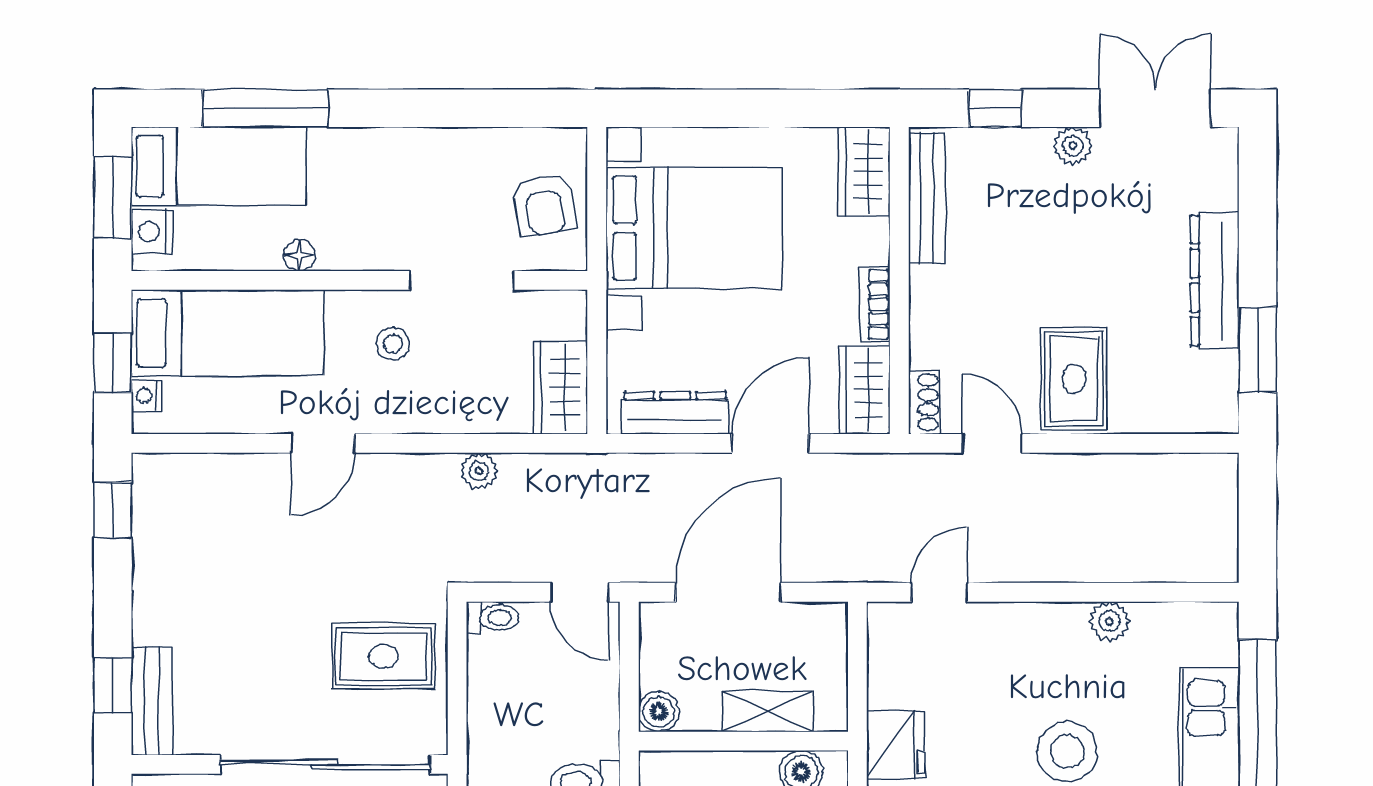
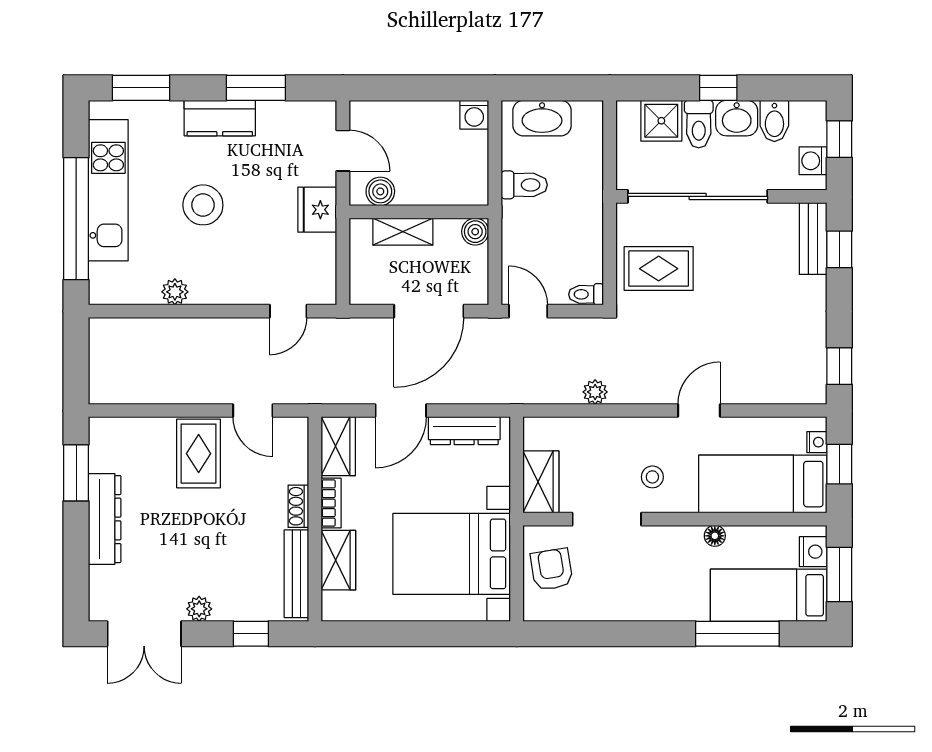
wardrobe: (864, 171) -> (338, 560), moved
wardrobe: (560, 387) -> (541, 482), moved
shoe rack: (924, 402) -> (298, 506), moved

